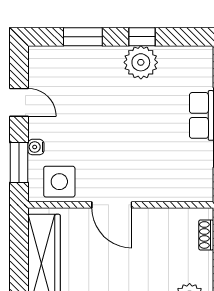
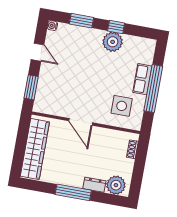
water cooler: (36, 147) -> (52, 26), moved
side table: (59, 182) -> (122, 106), moved

